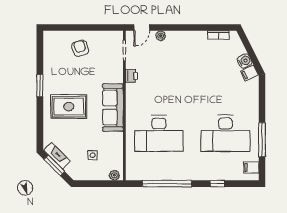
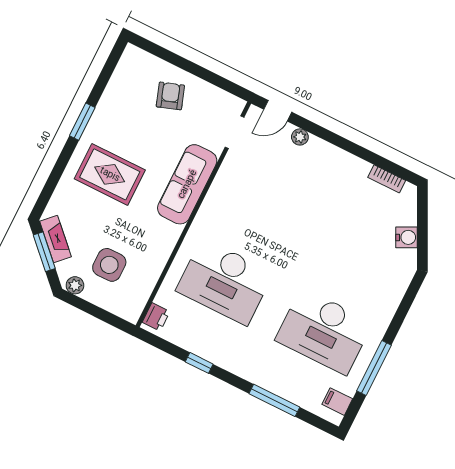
filing cabinet: (249, 73) -> (405, 259), removed
printer: (132, 76) -> (156, 317), moved
sofa: (113, 108) -> (187, 184), moved
side table: (93, 155) -> (109, 265), width x1.87, depth x1.87
plant: (114, 175) -> (75, 285), moved
window: (167, 184) -> (199, 363), width x0.32
window: (217, 184) -> (274, 400), width x2.17

